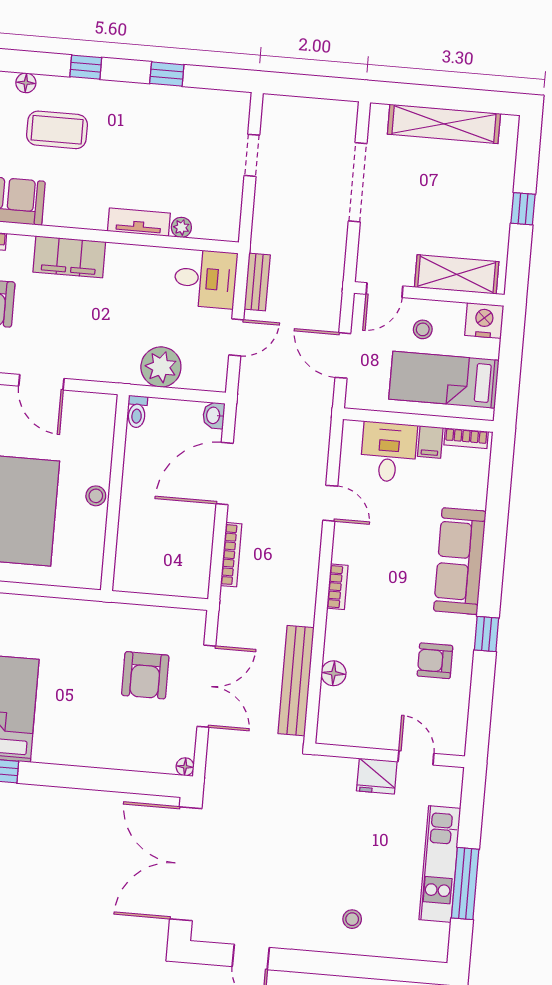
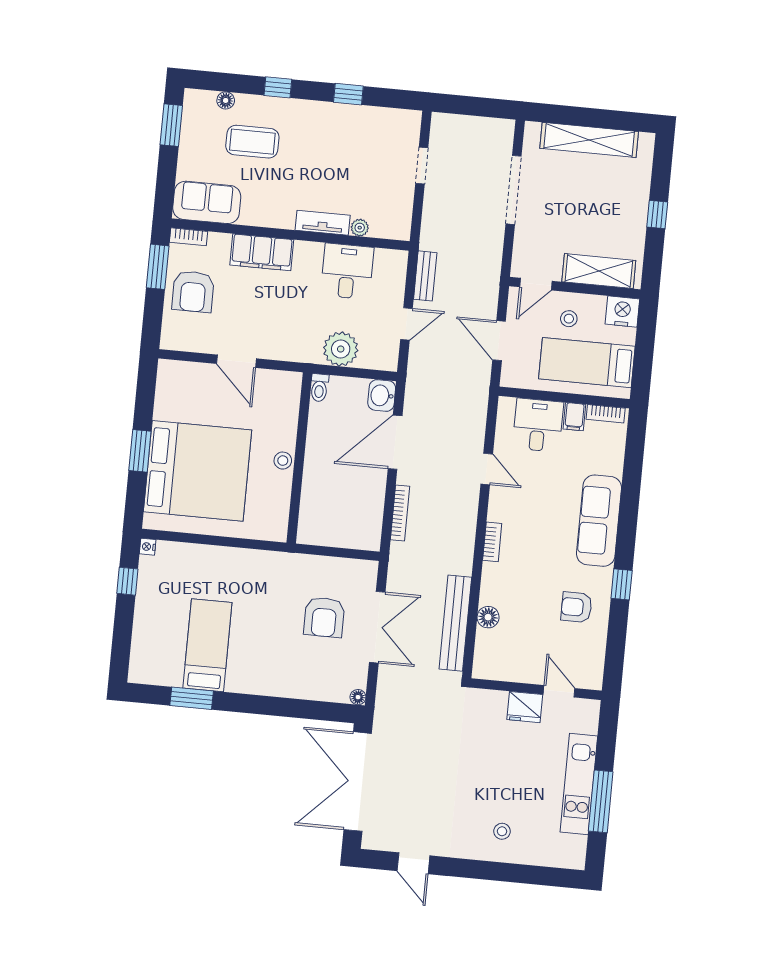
desk: (205, 279) -> (347, 271), moved, turned -90
washbasin: (214, 415) -> (382, 395), width x1.38, depth x1.45

